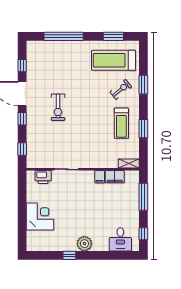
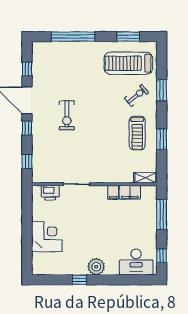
desk: (120, 239) -> (136, 262), width x1.37

